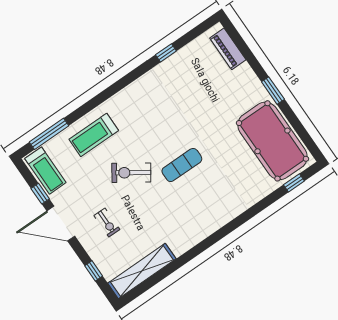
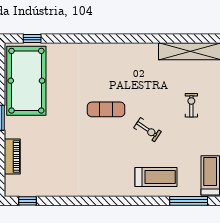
piano: (228, 49) -> (12, 156), moved
window: (166, 53) -> (27, 201), moved
exercise bike: (131, 173) -> (148, 130), width x0.73, depth x0.72

